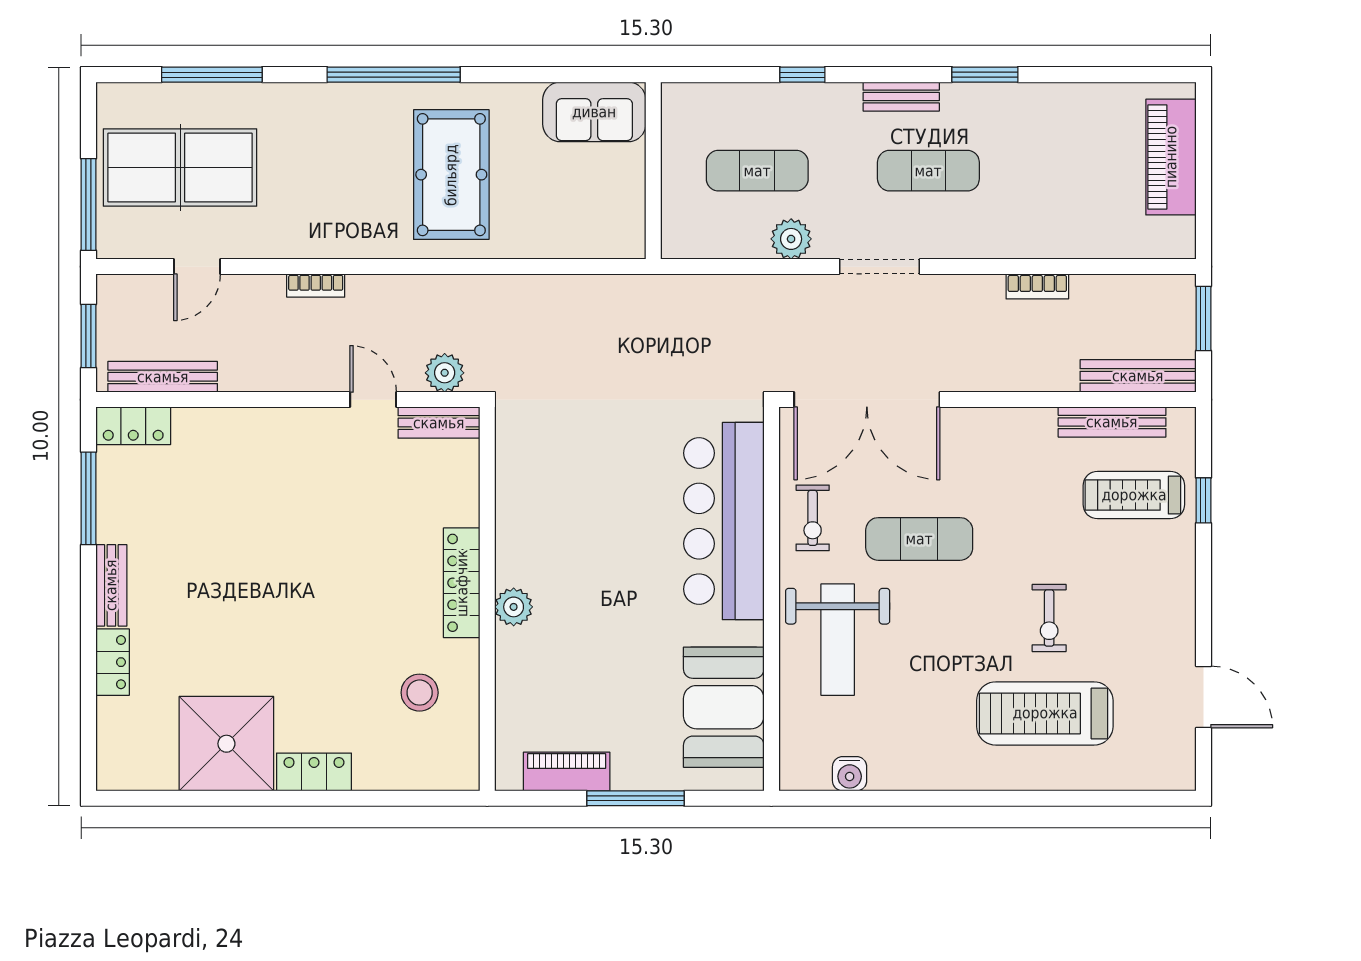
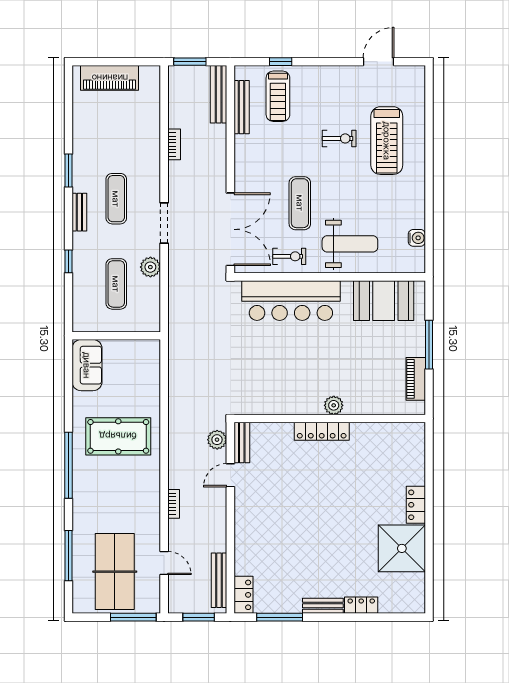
stool: (420, 693) -> (376, 452), removed

